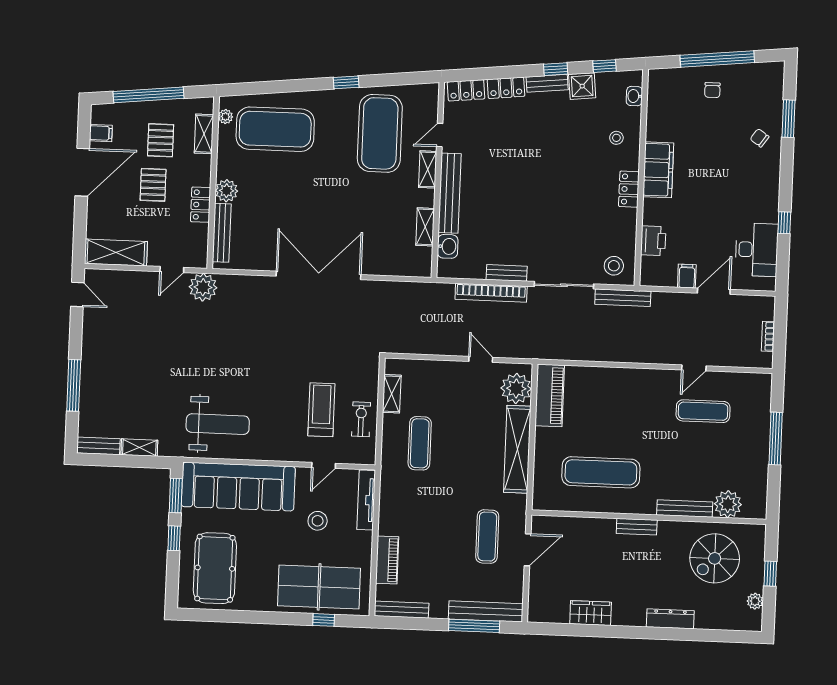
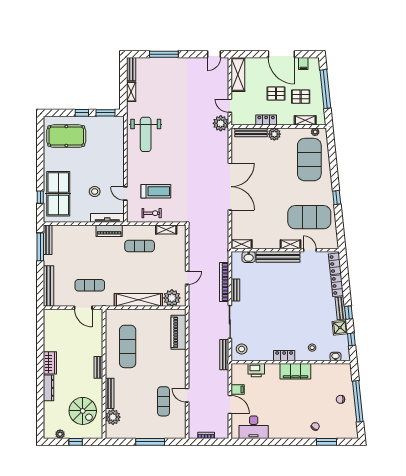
window: (784, 223) -> (269, 442), removed
shelving: (425, 227) -> (241, 244), moved
piano: (550, 395) -> (178, 332), moved, turned 90
sofa: (238, 487) -> (112, 147), removed
spiral stairs: (715, 558) -> (83, 411), turned 180
piano: (387, 560) -> (109, 231), moved
wardrobe: (591, 613) -> (50, 363), moved
window: (474, 626) -> (40, 247), moved

